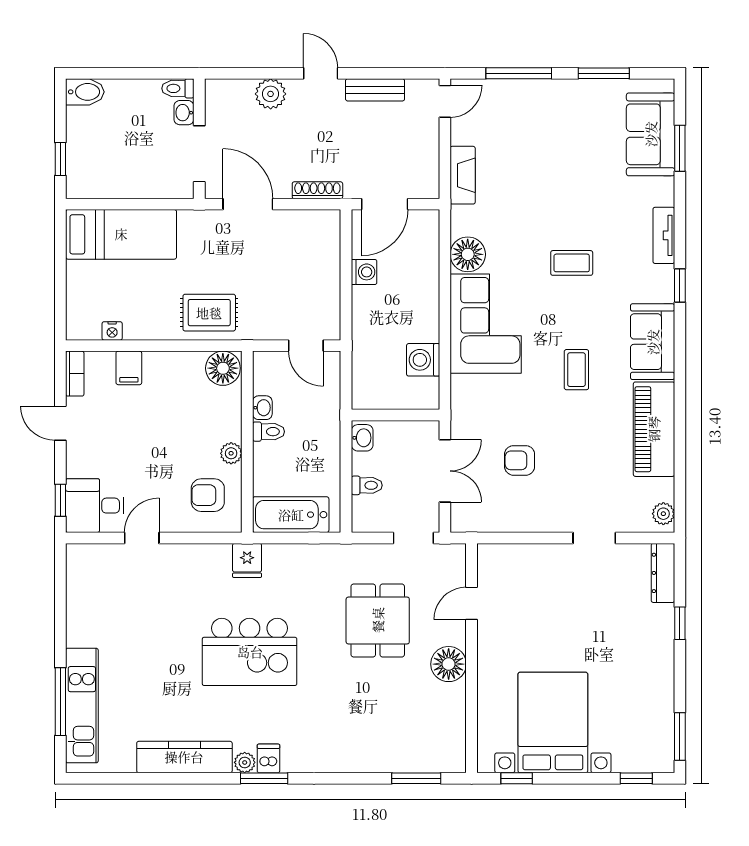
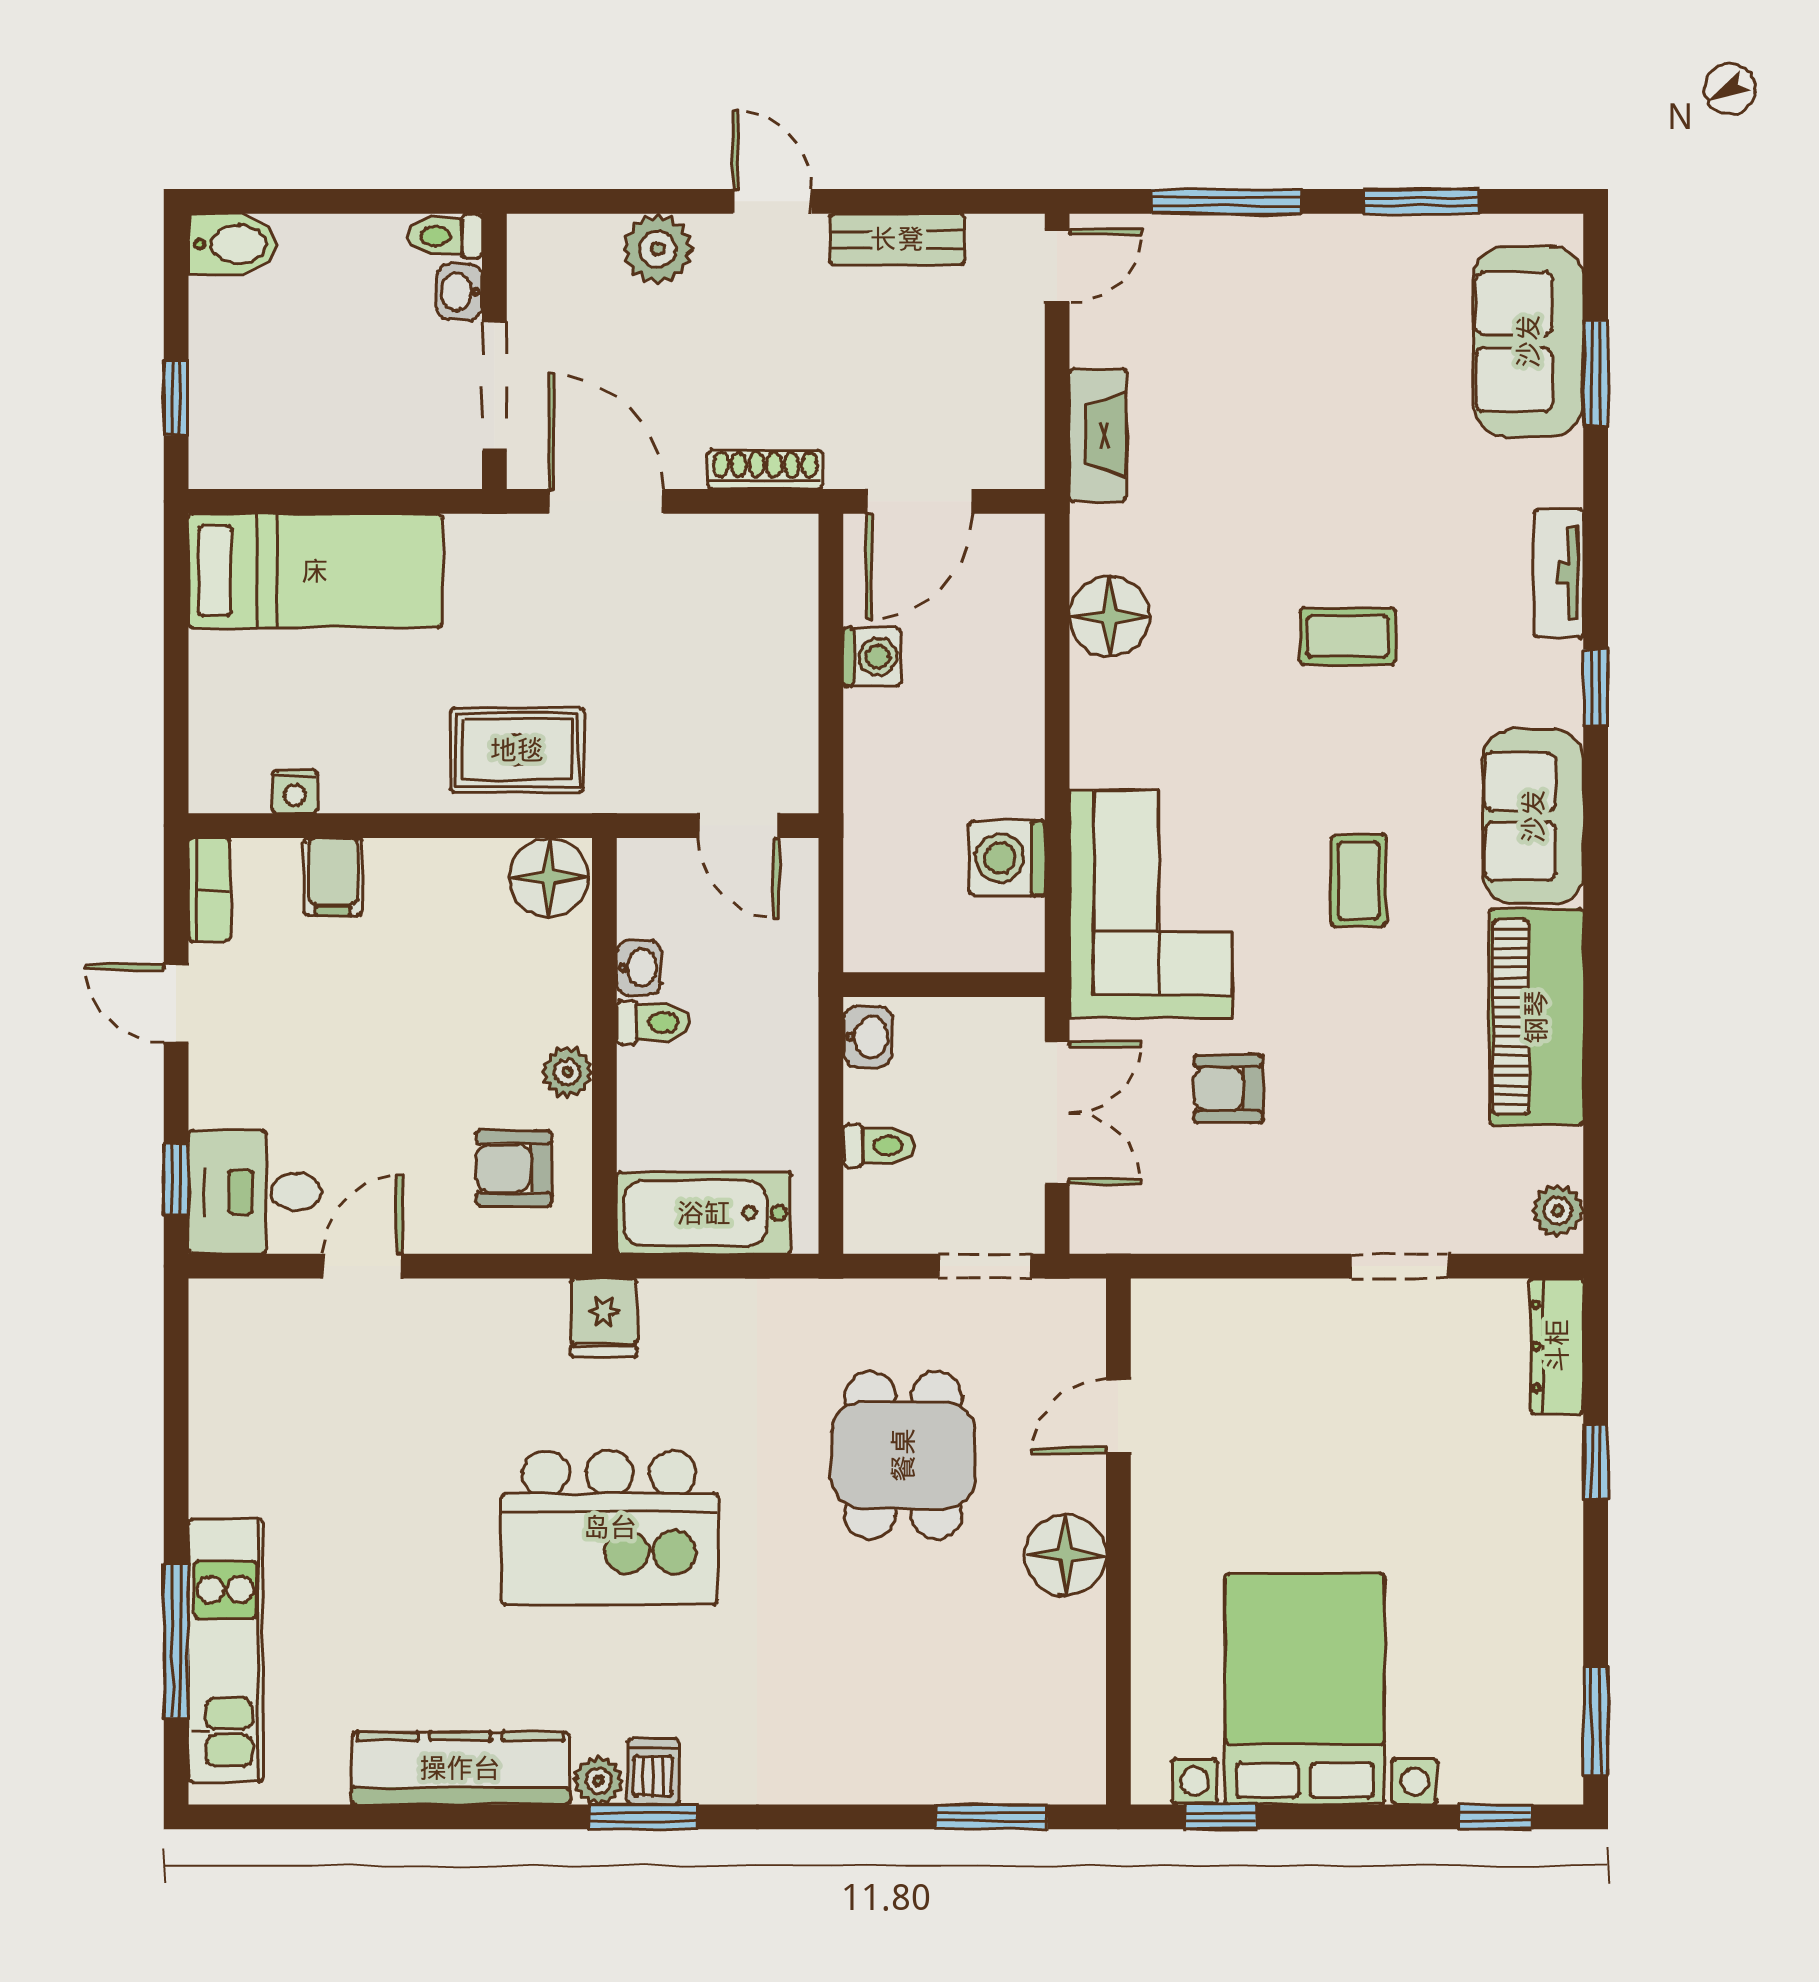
corner sofa: (486, 324) -> (1151, 904), moved

